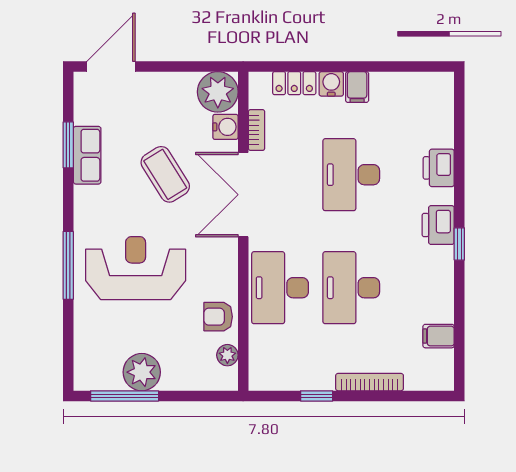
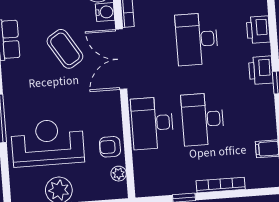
reception desk: (136, 268) -> (48, 143), moved

